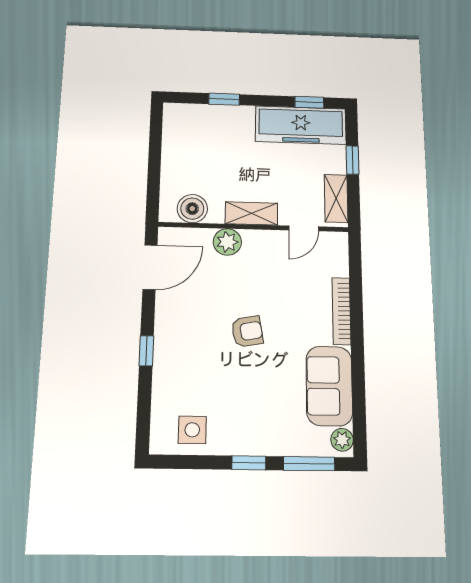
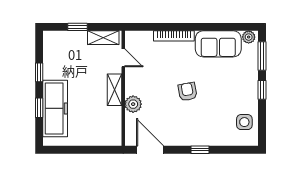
window: (309, 102) -> (39, 72), moved
freezer: (301, 125) -> (55, 108), moved
boiler: (192, 209) -> (113, 126), removed

